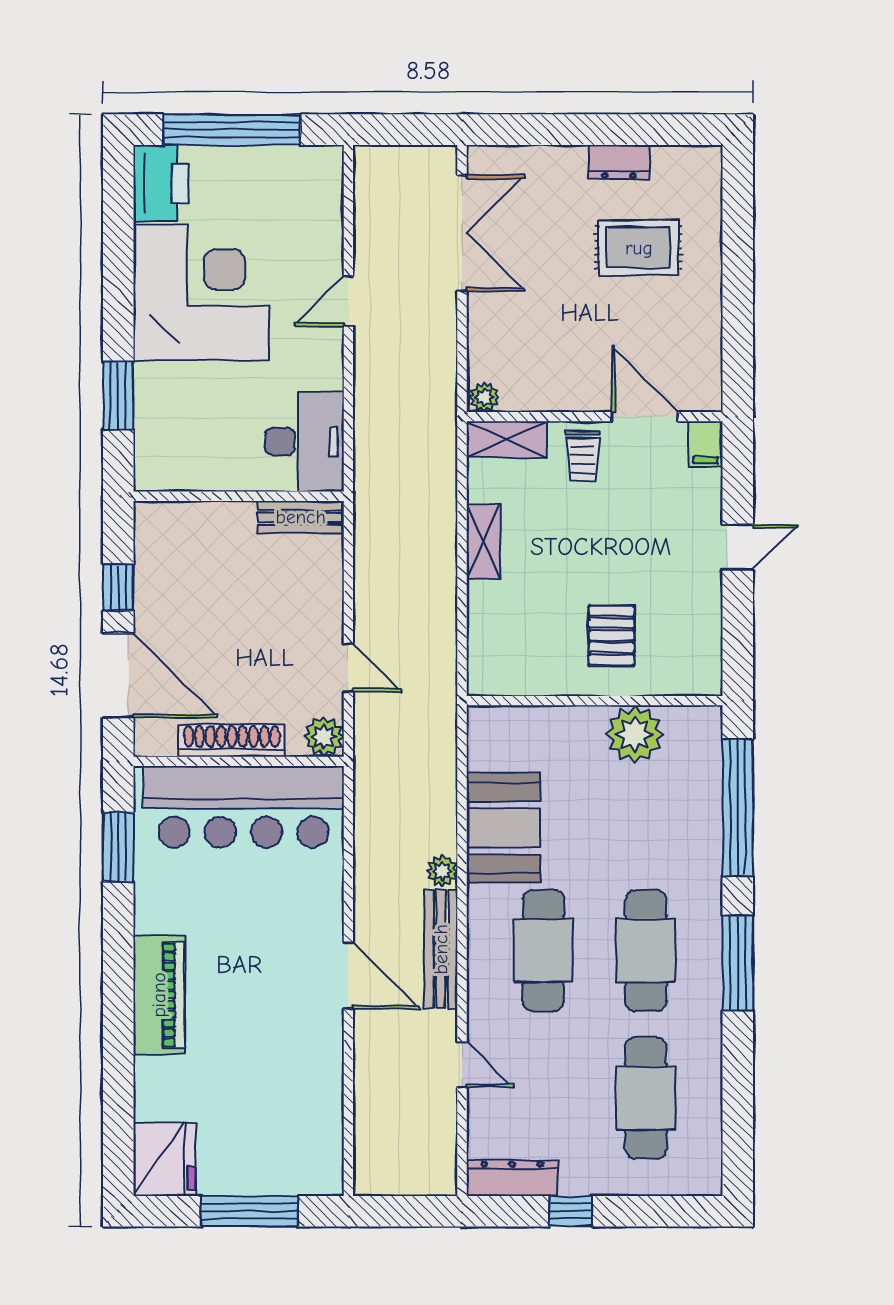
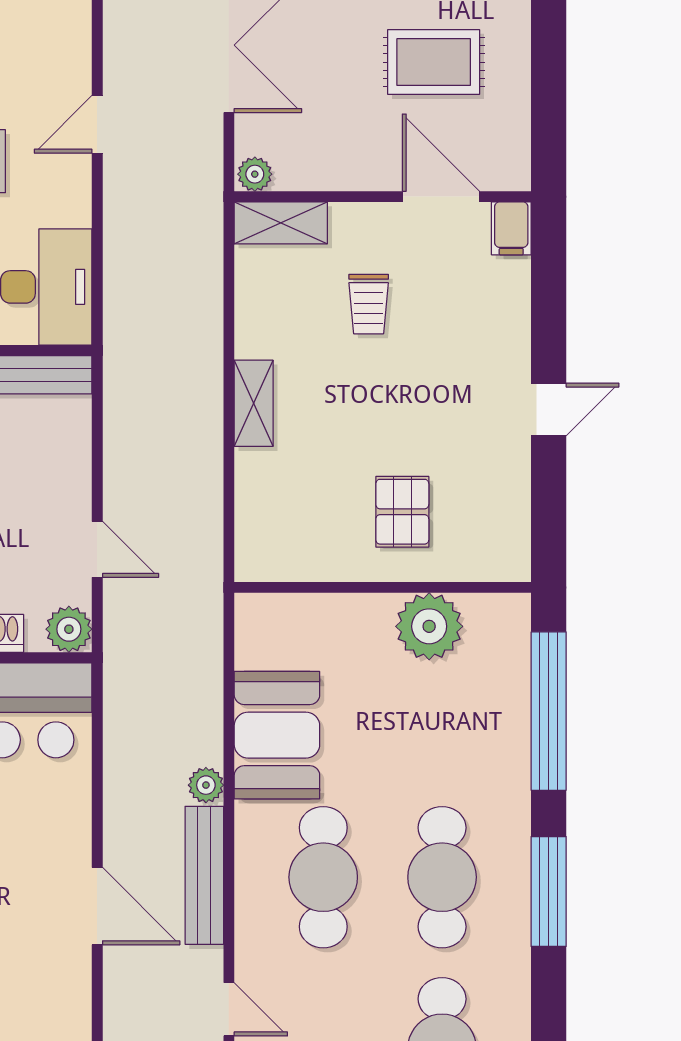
plant: (484, 397) -> (255, 174), moved
wall: (595, 417) -> (383, 197), moved
door: (645, 417) -> (441, 197), moved
shelving: (507, 439) -> (281, 223), moved
filing cabinet: (705, 444) -> (511, 228), moved

